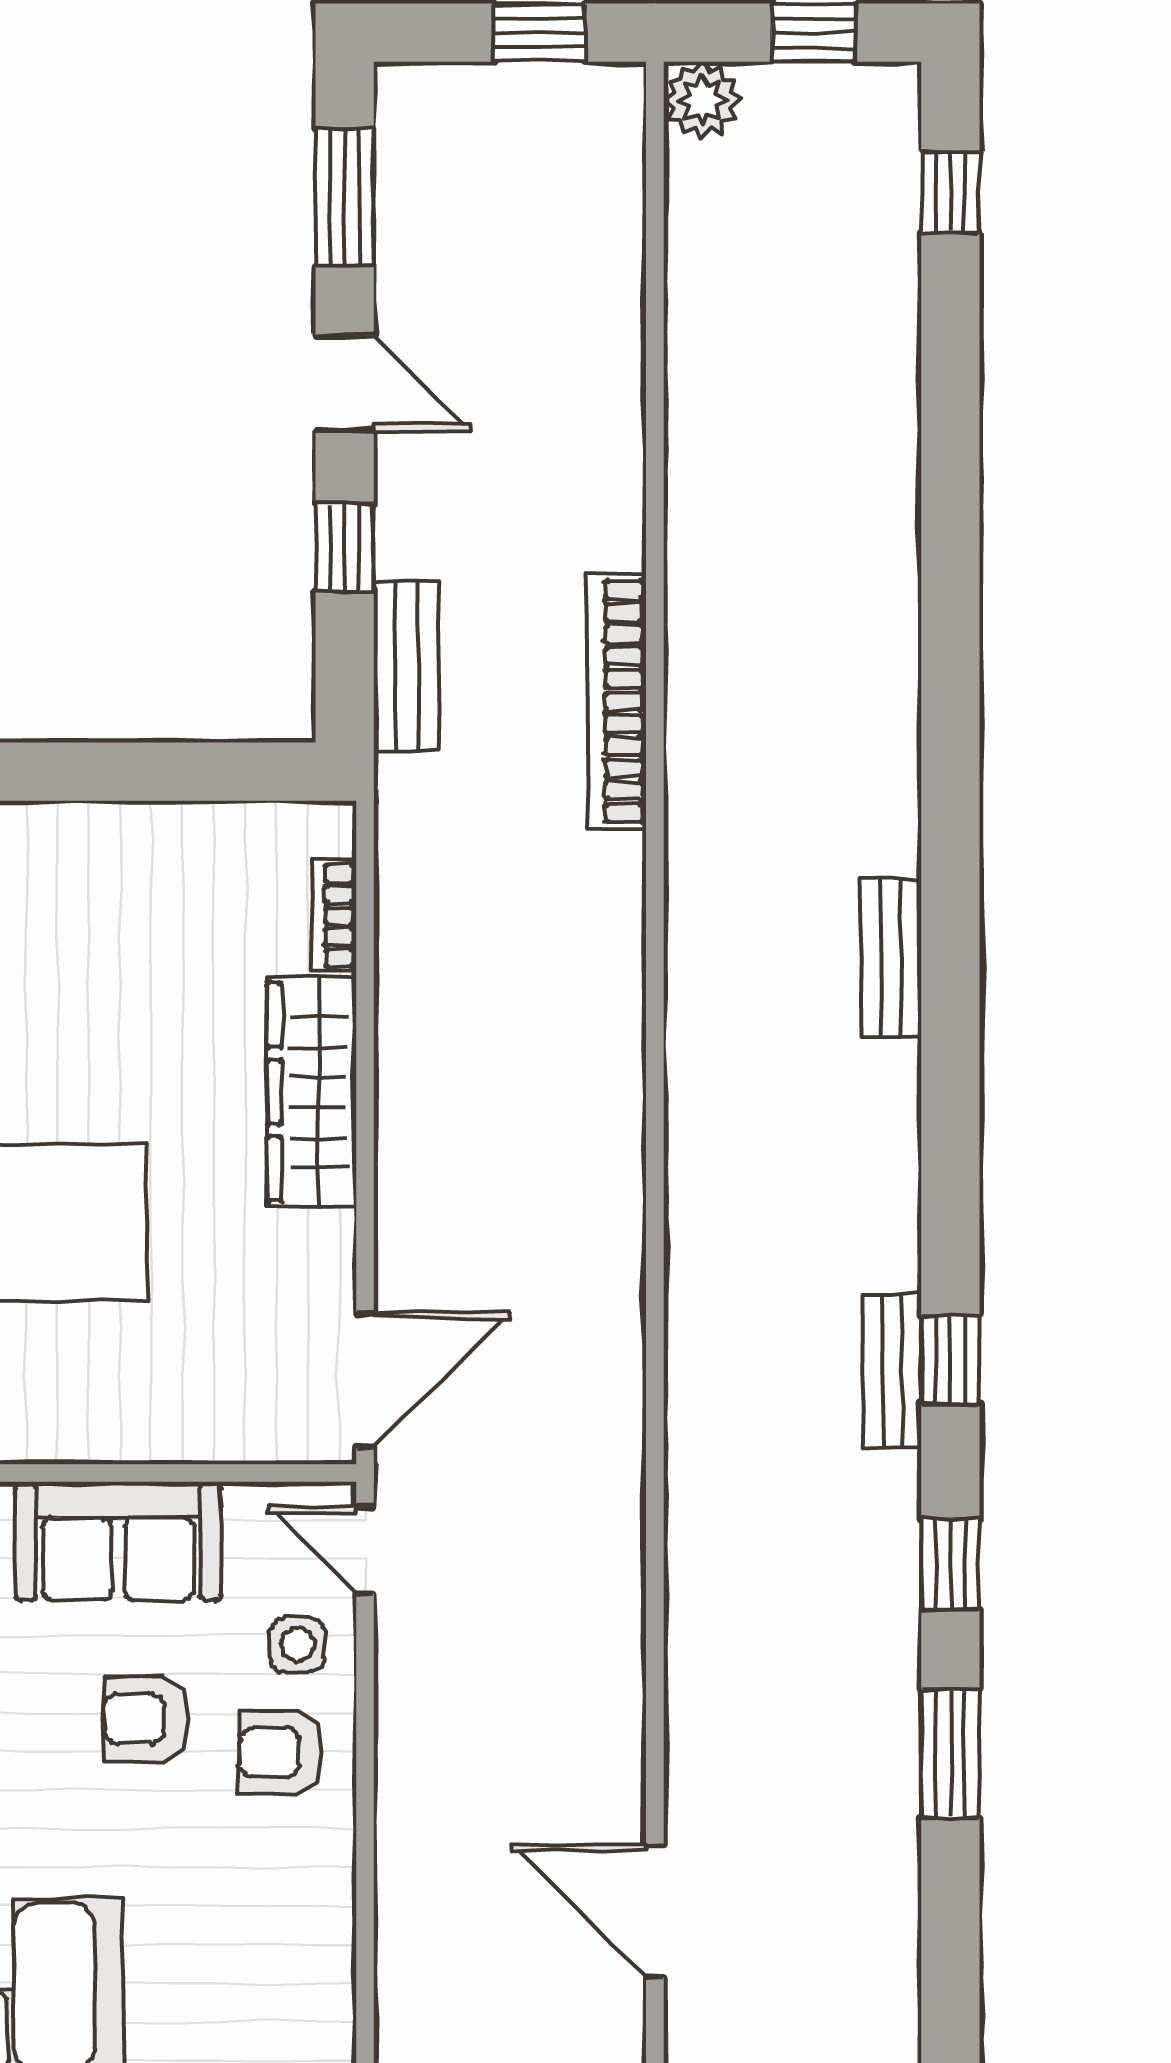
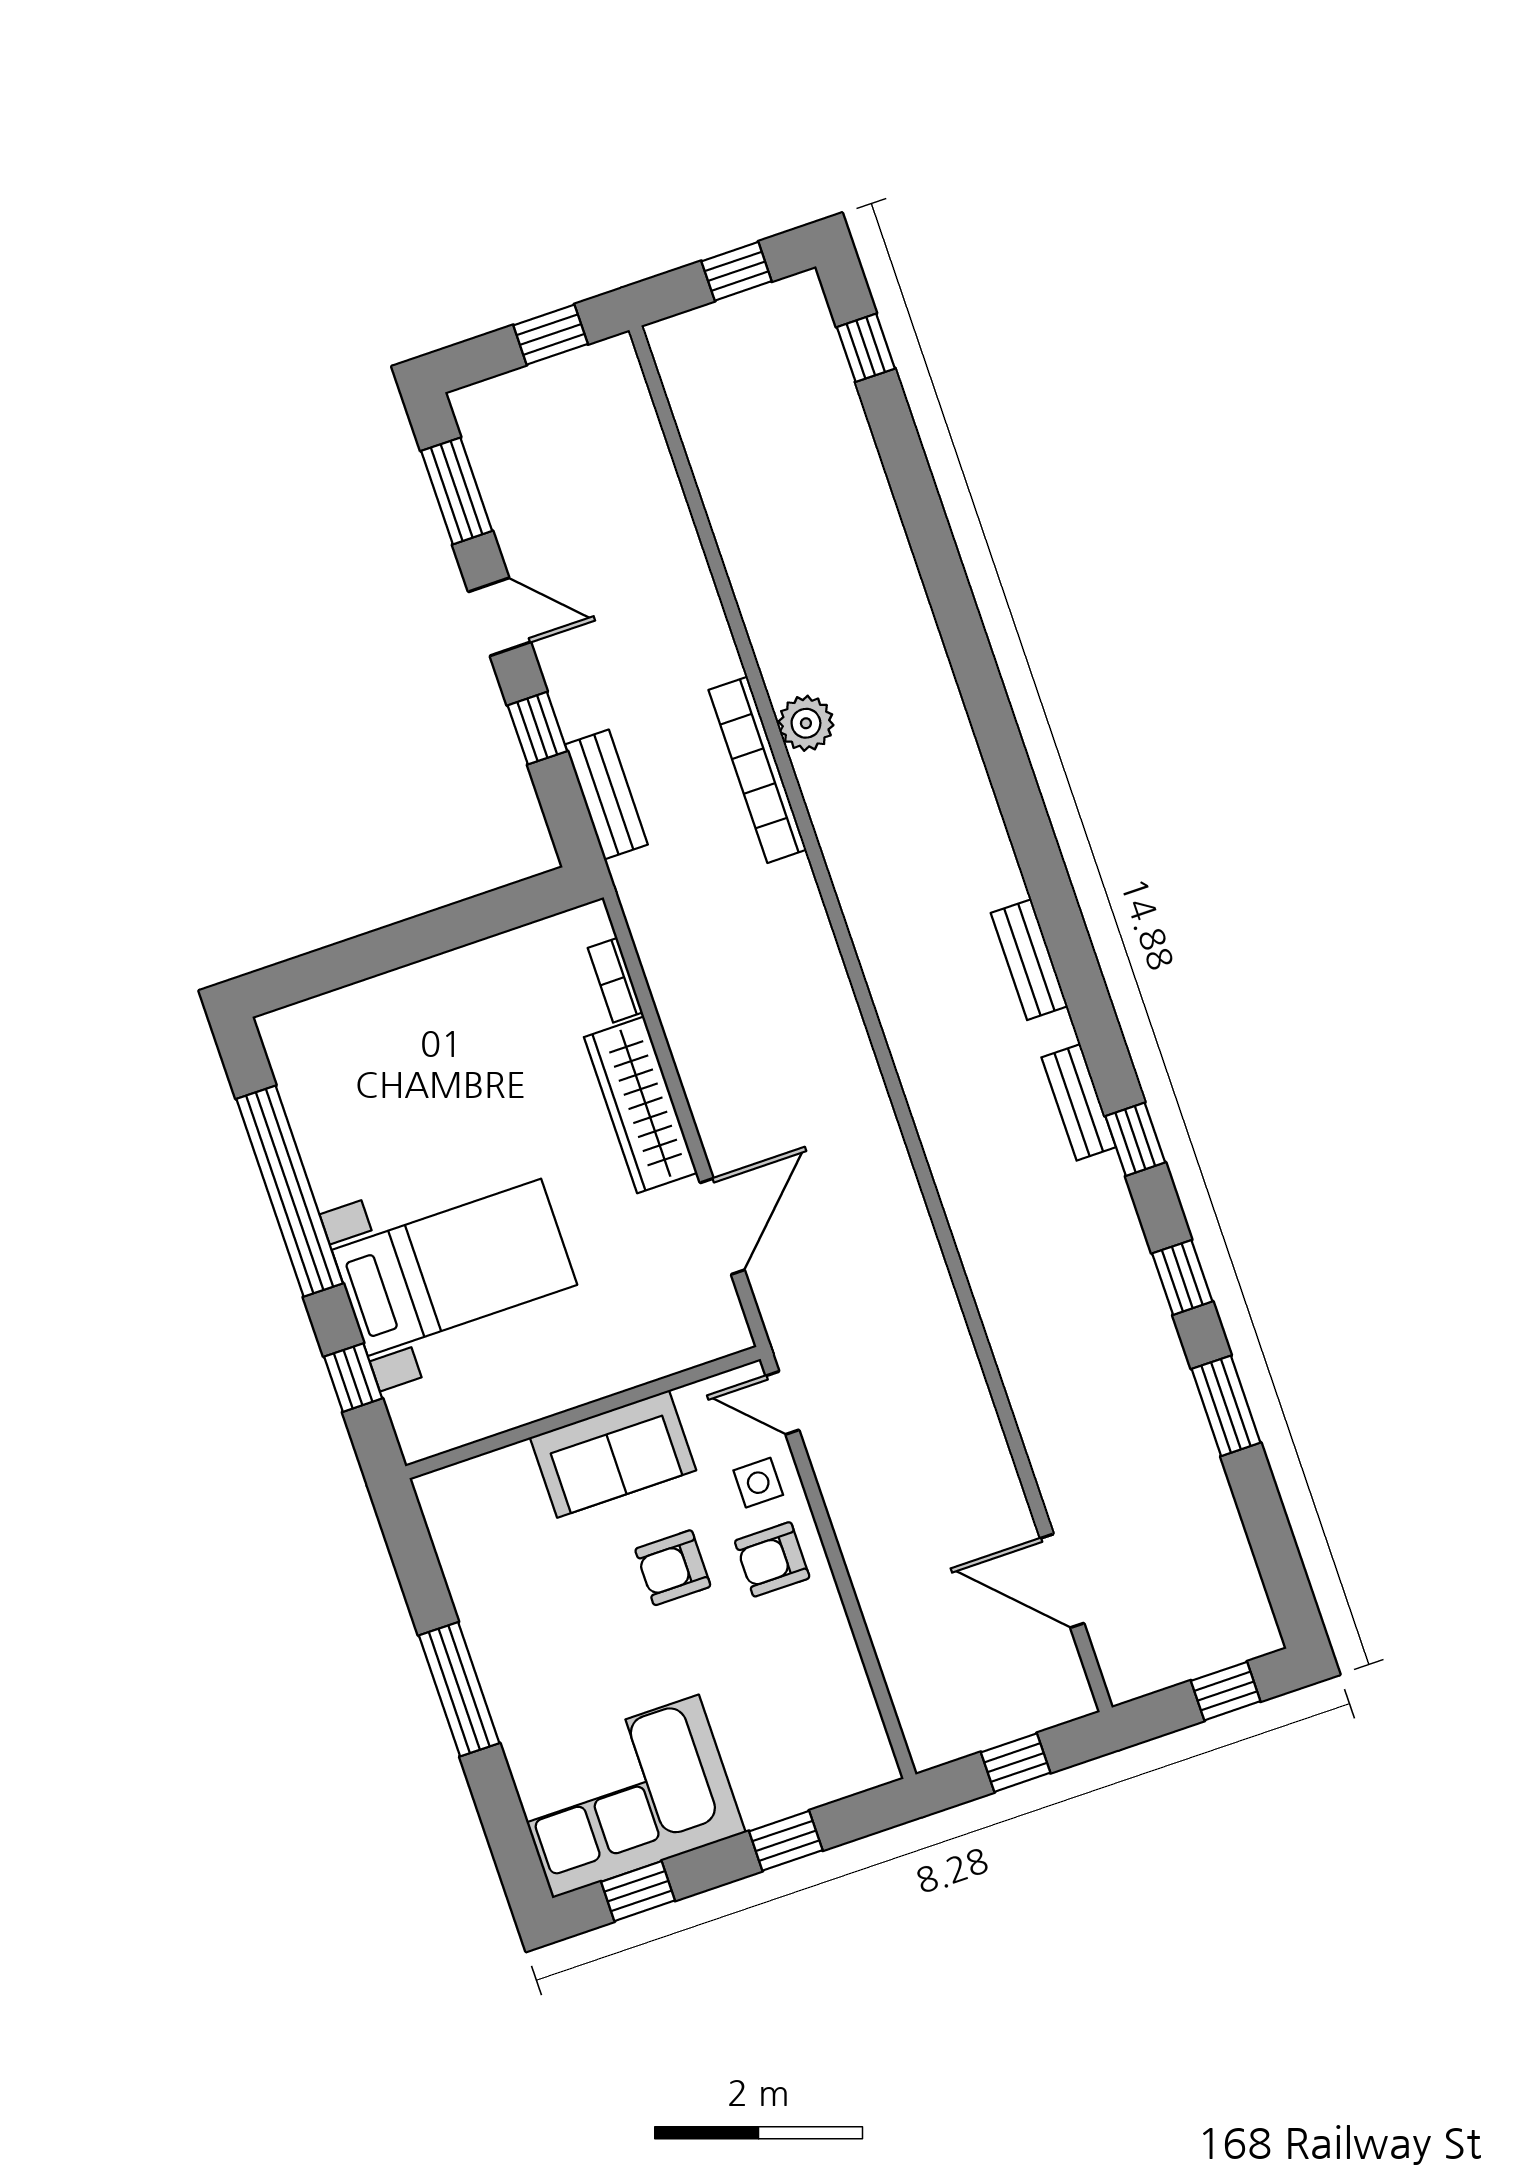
plant: (702, 100) -> (806, 723), moved
bench: (891, 958) -> (1029, 960), moved
bench: (892, 1371) -> (1079, 1102), moved
door: (365, 1380) -> (722, 1226), moved

